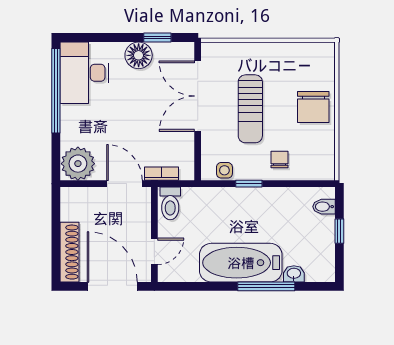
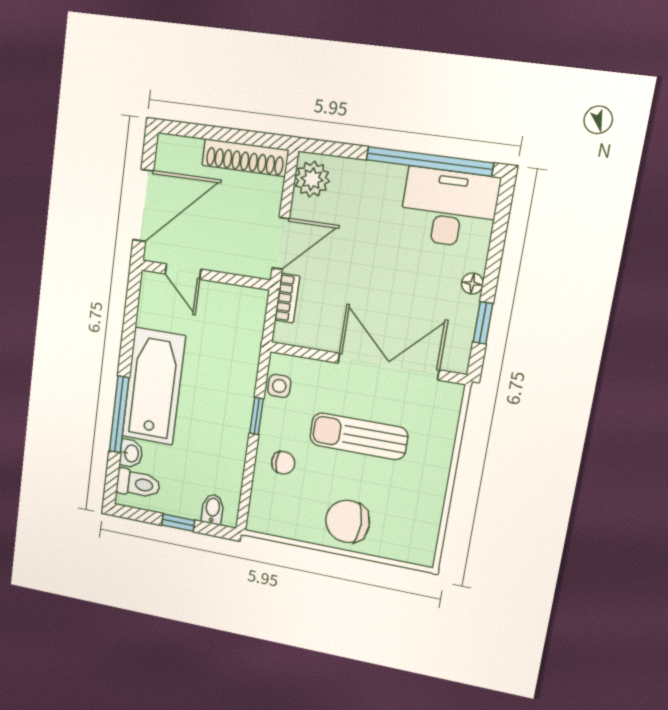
floor lamp: (139, 55) -> (472, 284), width x0.53, depth x0.53
plant: (78, 164) -> (312, 179), width x0.73, depth x0.73
toilet: (170, 203) -> (138, 484), moved, turned 180
shoe rack: (70, 252) -> (245, 158), moved

